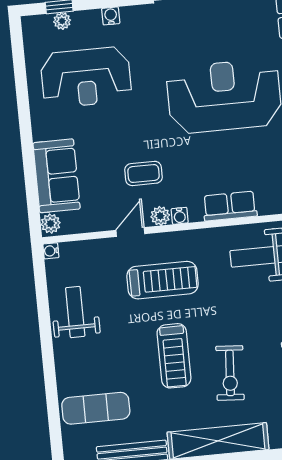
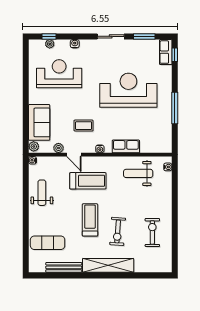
reception desk: (86, 77) -> (59, 74), turned 180
plant: (160, 216) -> (58, 148), moved
door: (130, 232) -> (74, 155), swing flipped
treadmill: (174, 356) -> (90, 220), turned 180

